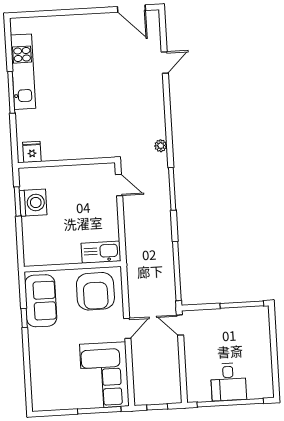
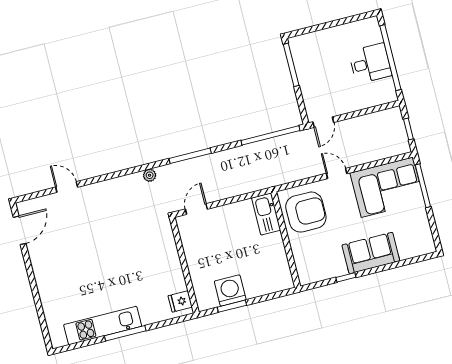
sofa: (41, 301) -> (371, 253), moved

